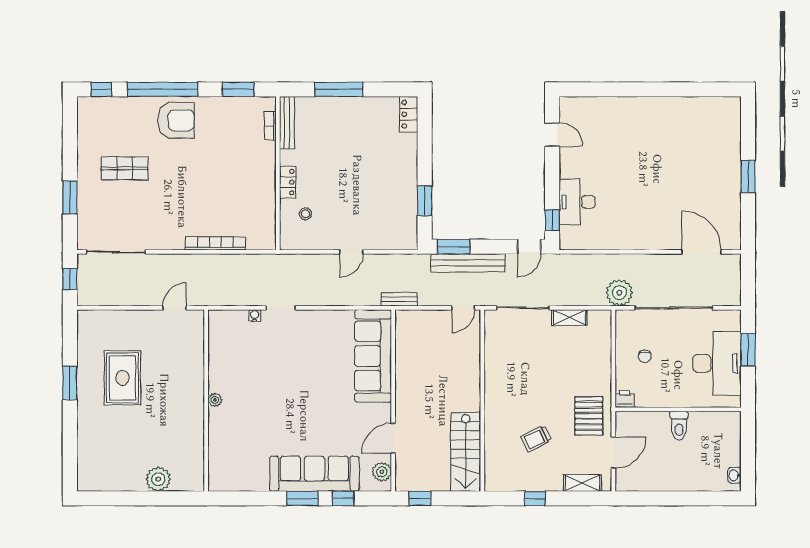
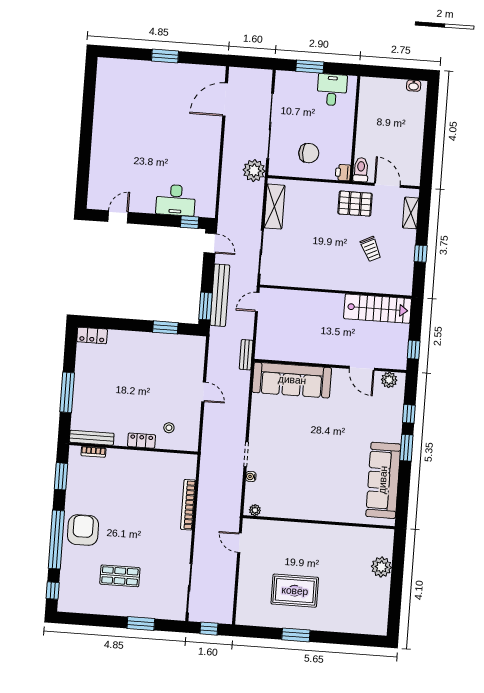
shop shelf: (125, 168) -> (120, 576), turned 90
door: (463, 308) -> (257, 302), swing flipped
shelving: (569, 318) -> (275, 207), width x1.50, depth x1.33
chair: (645, 356) -> (309, 153), width x1.87, depth x1.87
desk: (717, 363) -> (332, 90), width x0.53, depth x0.77
plant: (215, 400) -> (255, 510), moved
toilet: (679, 425) -> (361, 170), moved, turned -90
sofa: (314, 474) -> (383, 480), moved

